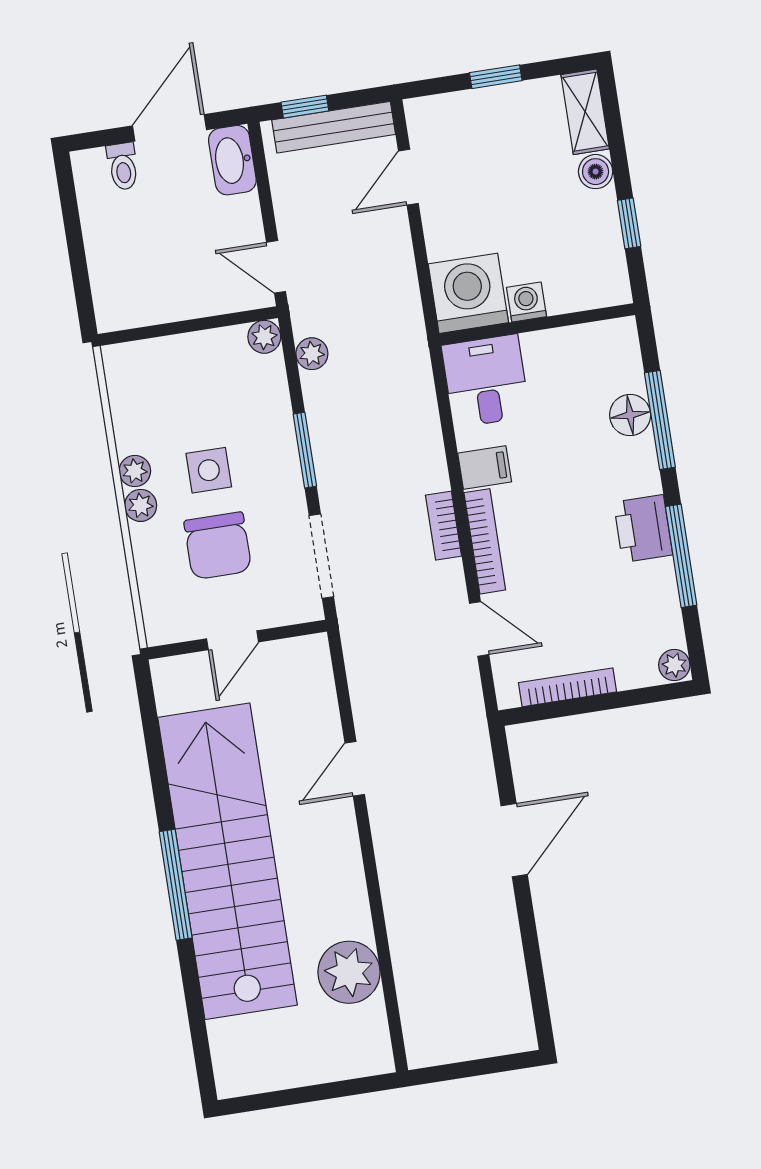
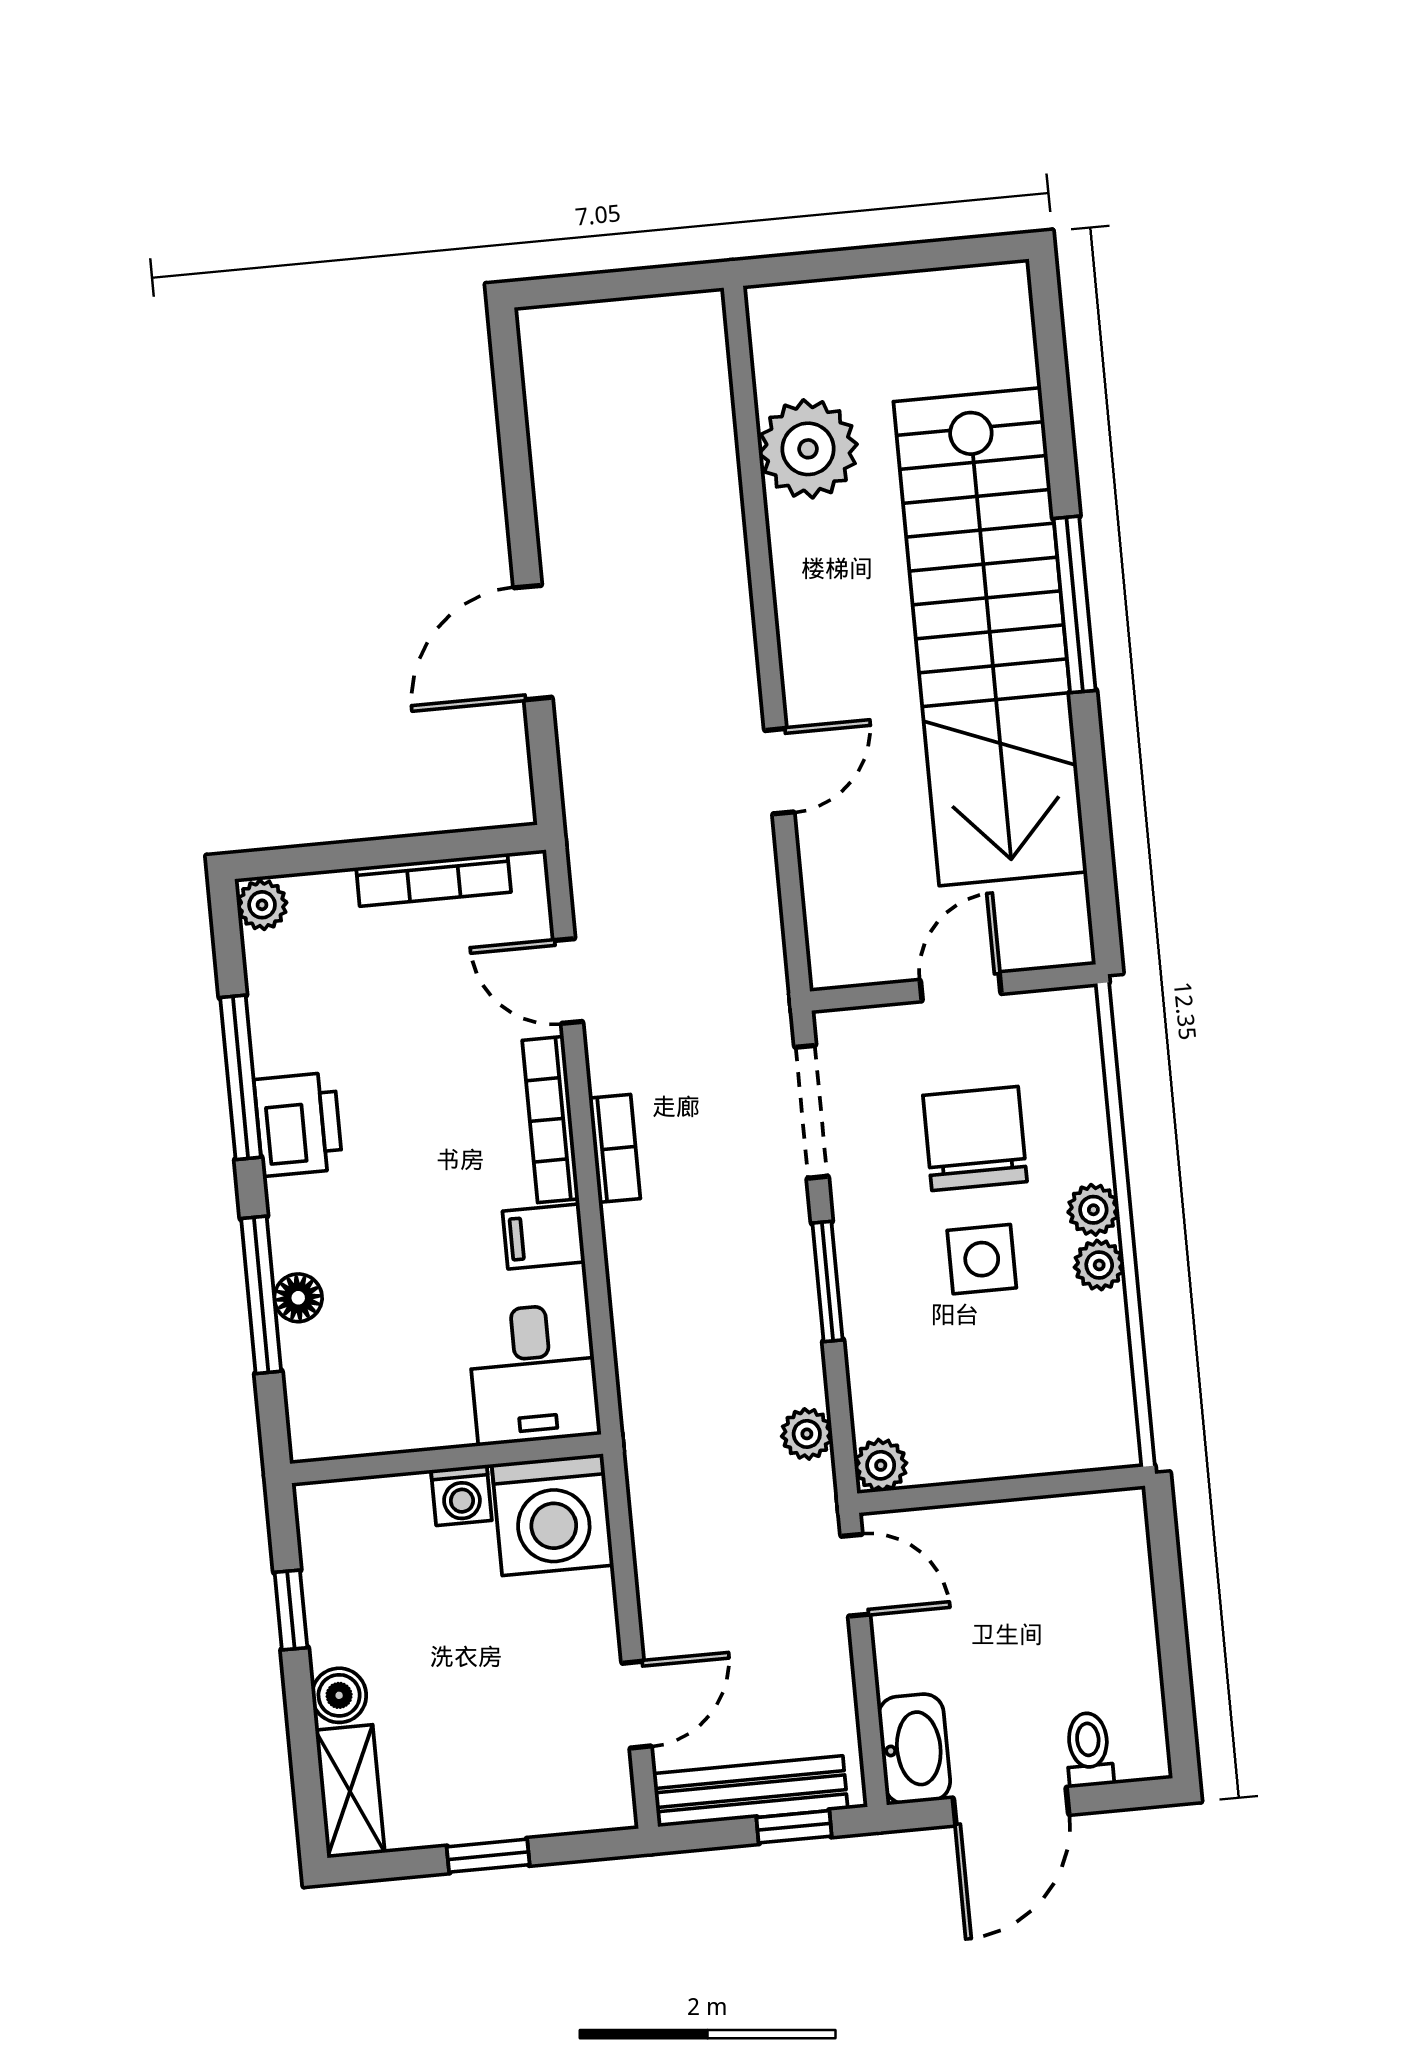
floor lamp: (630, 415) -> (298, 1298), width x0.73, depth x0.73

